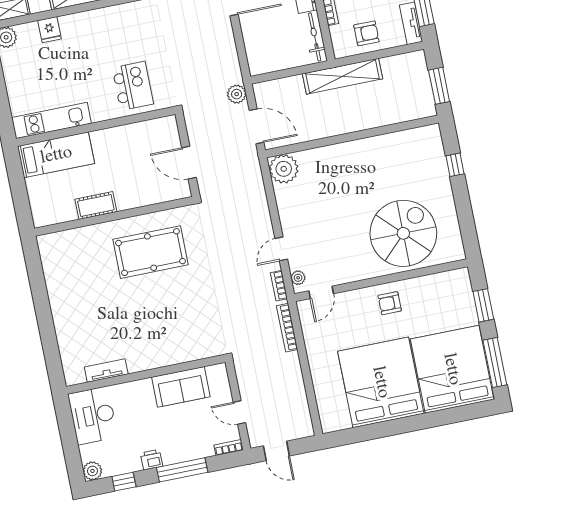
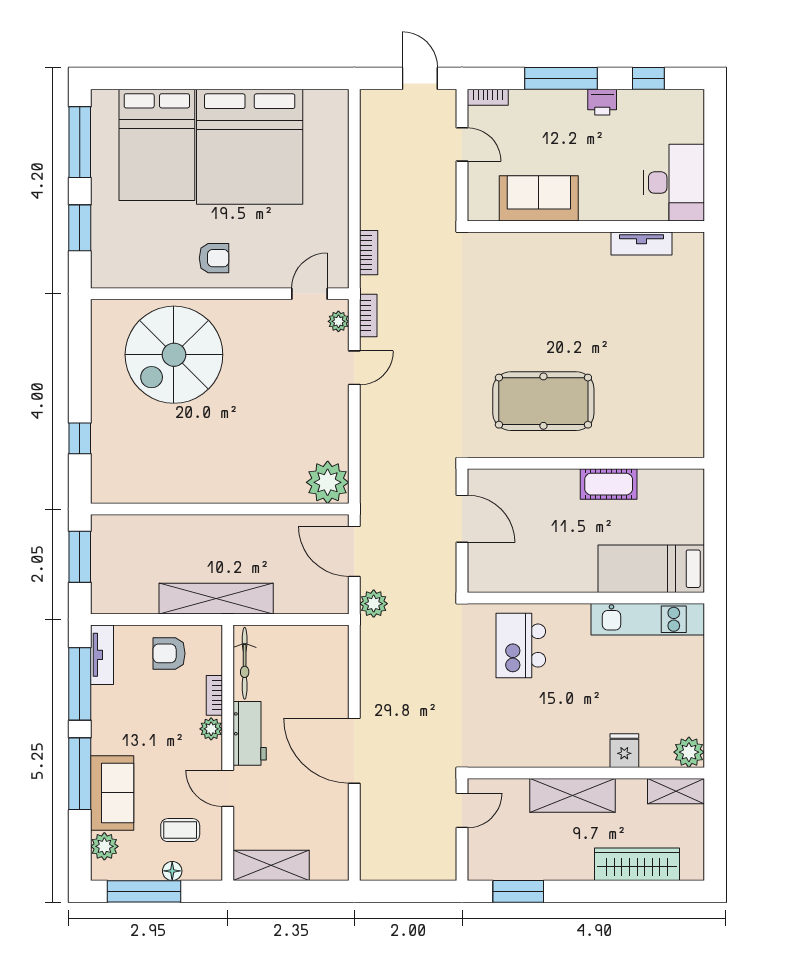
bookcase: (287, 328) -> (369, 253), width x0.64
bed: (452, 369) -> (157, 145), width x0.73
plant: (92, 471) -> (690, 103), removed

